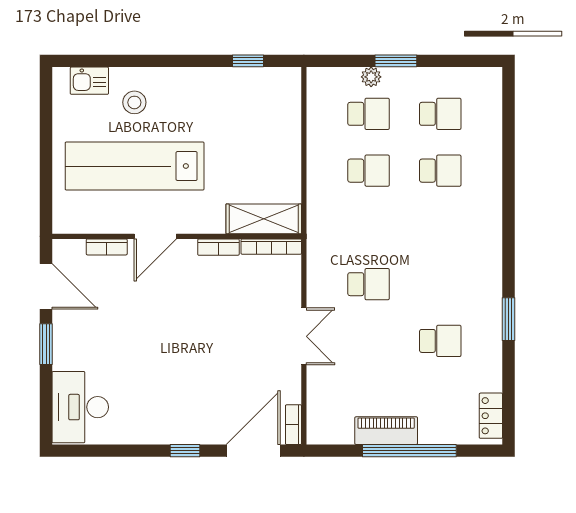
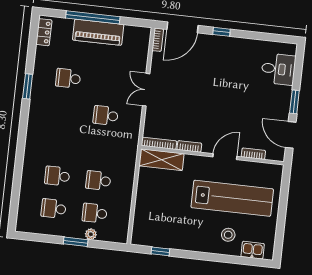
desk: (80, 407) -> (278, 69), width x0.73
piano: (386, 431) -> (98, 32), width x1.37, depth x1.33

